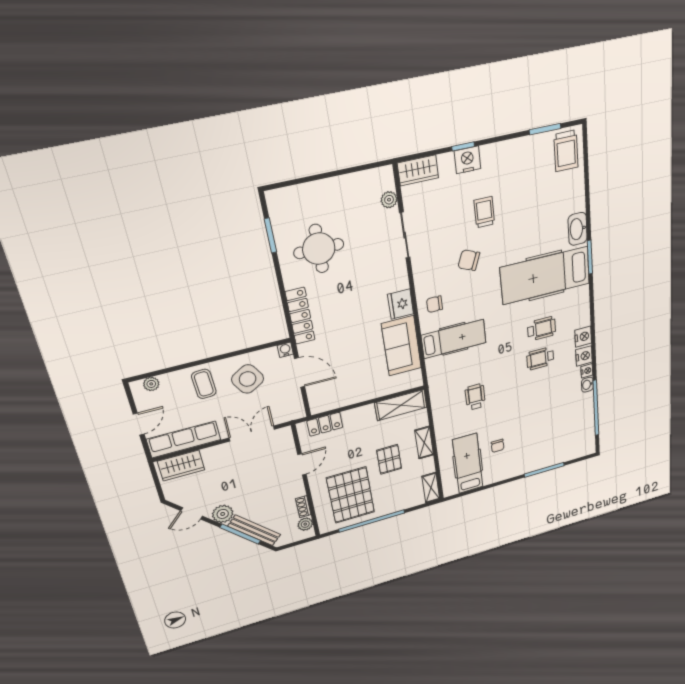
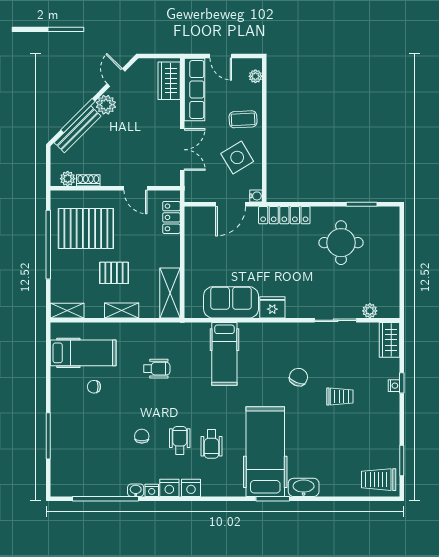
nightstand: (467, 160) -> (394, 386), width x0.53, depth x0.56
chair: (435, 304) -> (142, 436), moved

